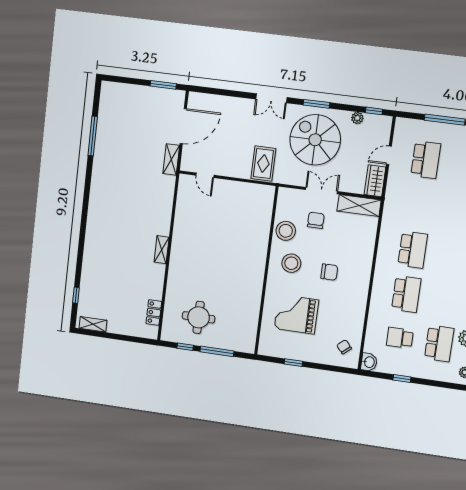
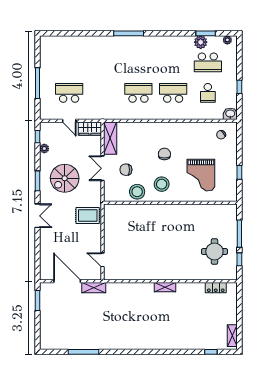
spiral stairs: (315, 140) -> (65, 178), width x0.73, depth x0.73
door: (205, 175) -> (103, 260), swing flipped
school desk: (439, 344) -> (208, 62), turned 180

